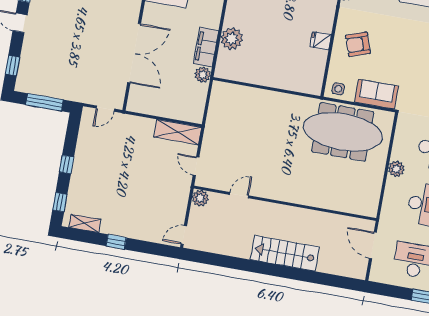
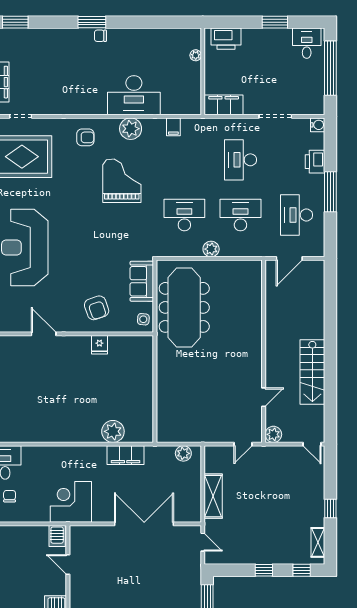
plant: (203, 75) -> (183, 453), moved
shelving: (178, 132) -> (213, 496), moved
door: (239, 195) -> (264, 397), swing flipped
stairs: (285, 253) -> (312, 372), moved

